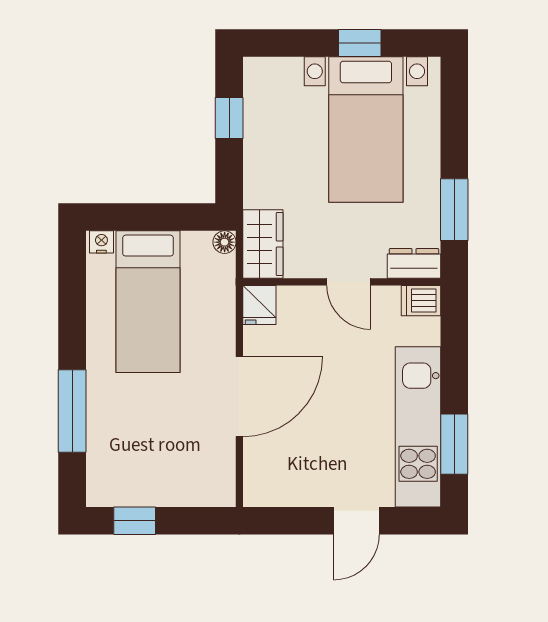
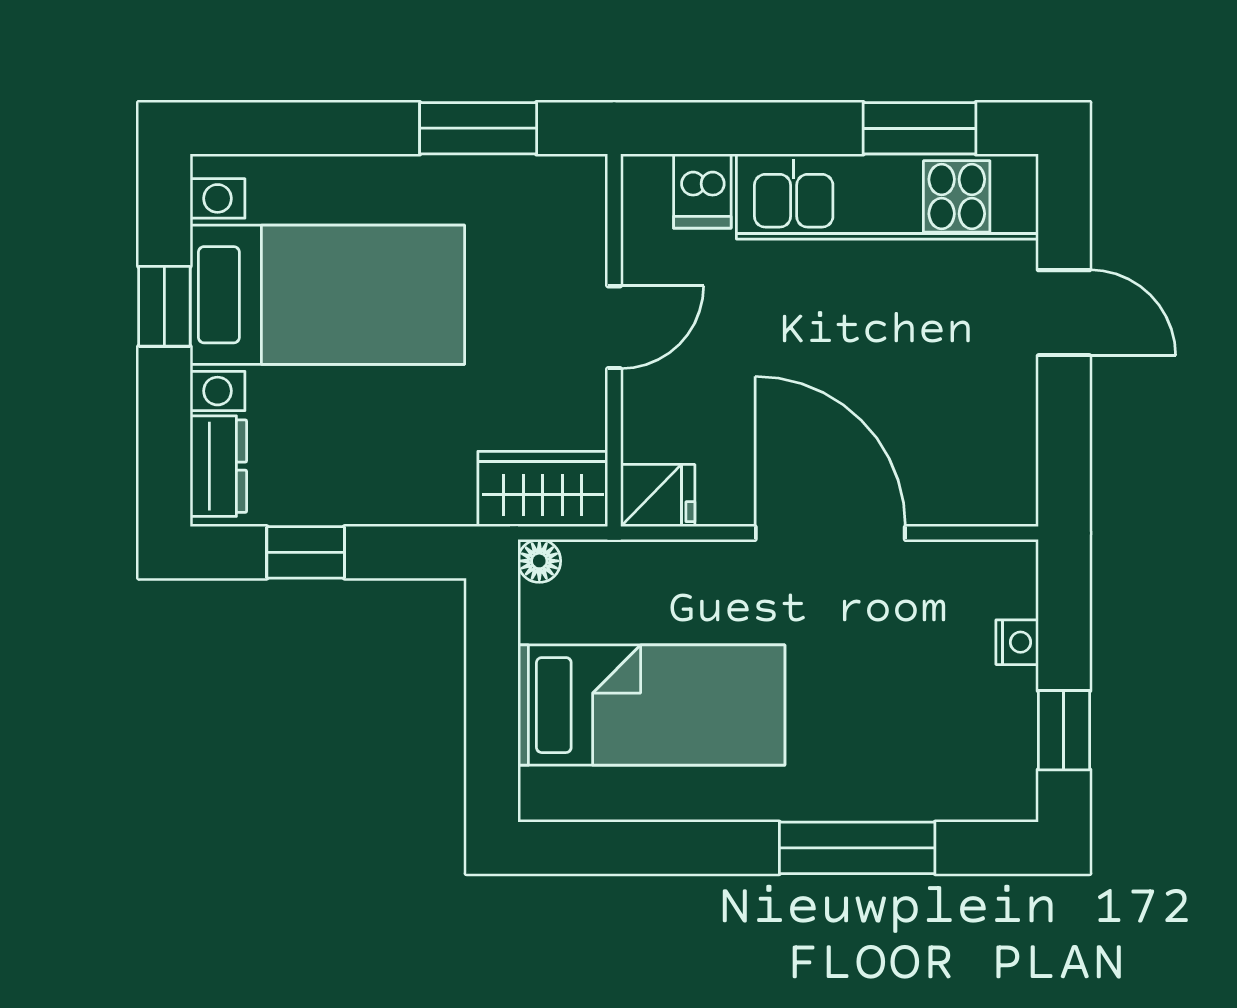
nightstand: (101, 242) -> (1017, 642), moved, turned 180
dresser: (414, 263) -> (218, 466), moved, turned 180
dishwasher: (421, 301) -> (702, 191), moved

